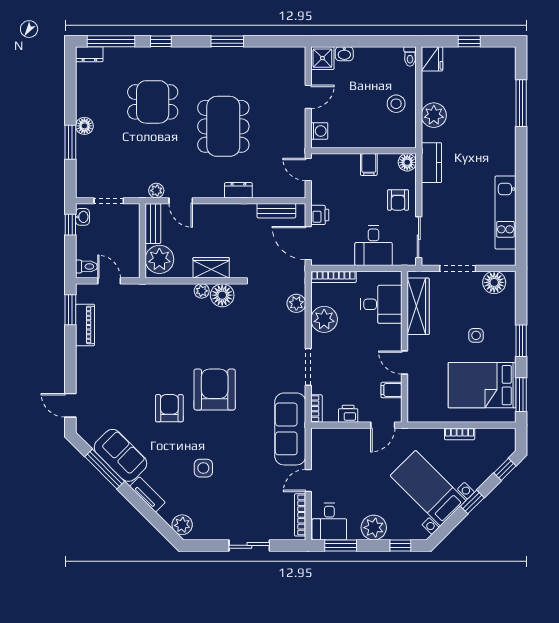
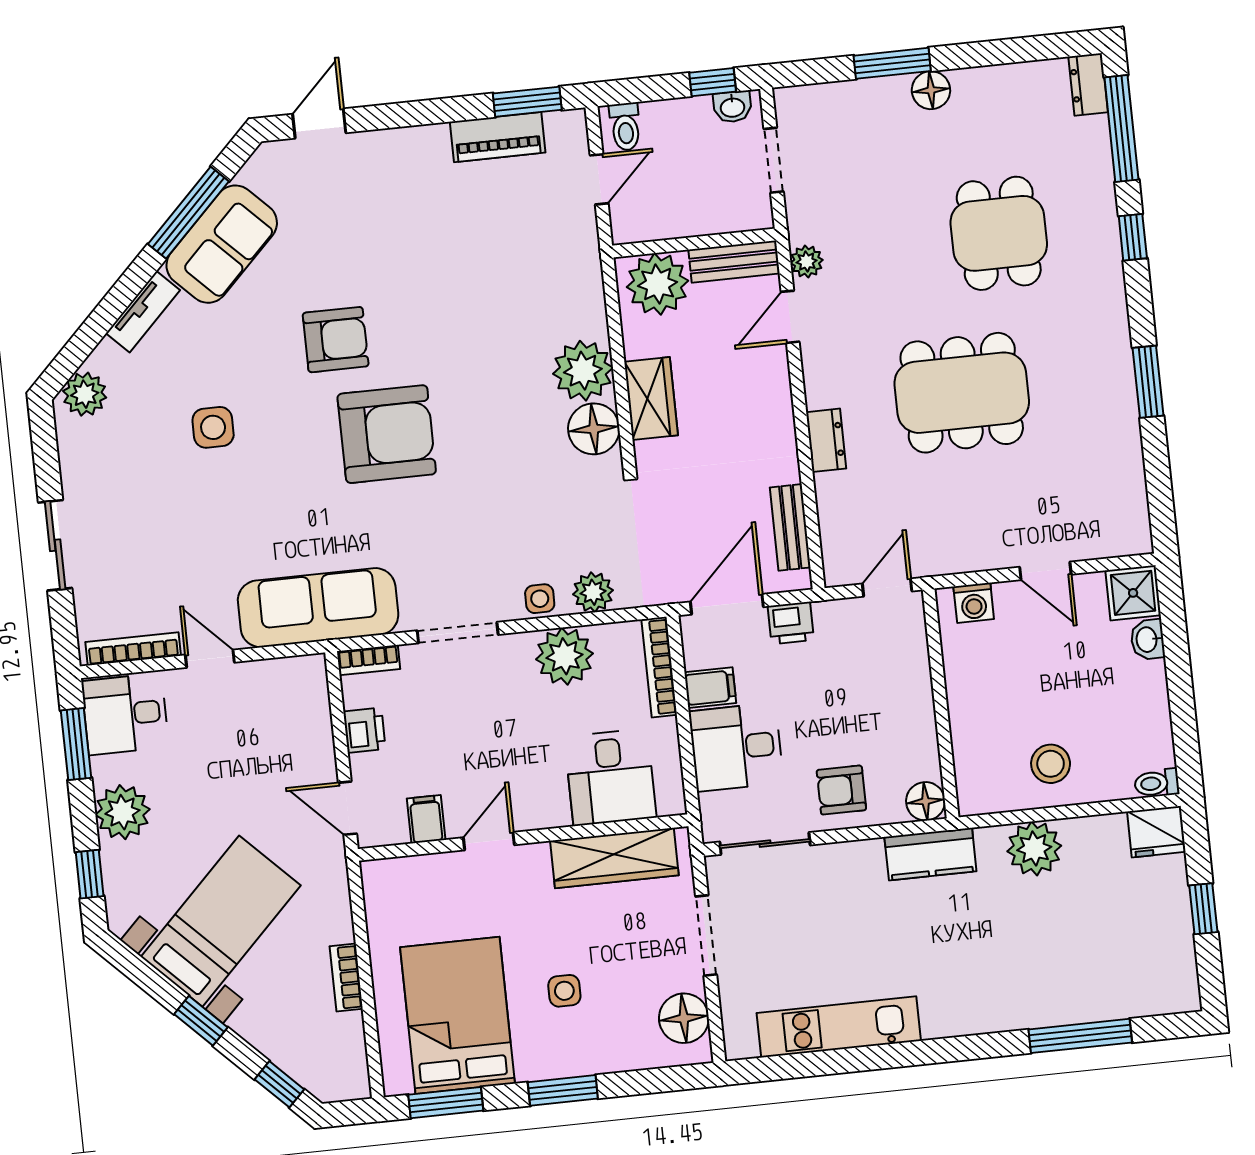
filing cabinet: (369, 164) -> (710, 688), moved, turned 180
plant: (202, 291) -> (583, 371), width x1.88, depth x1.88
side table: (297, 328) -> (540, 599), added

